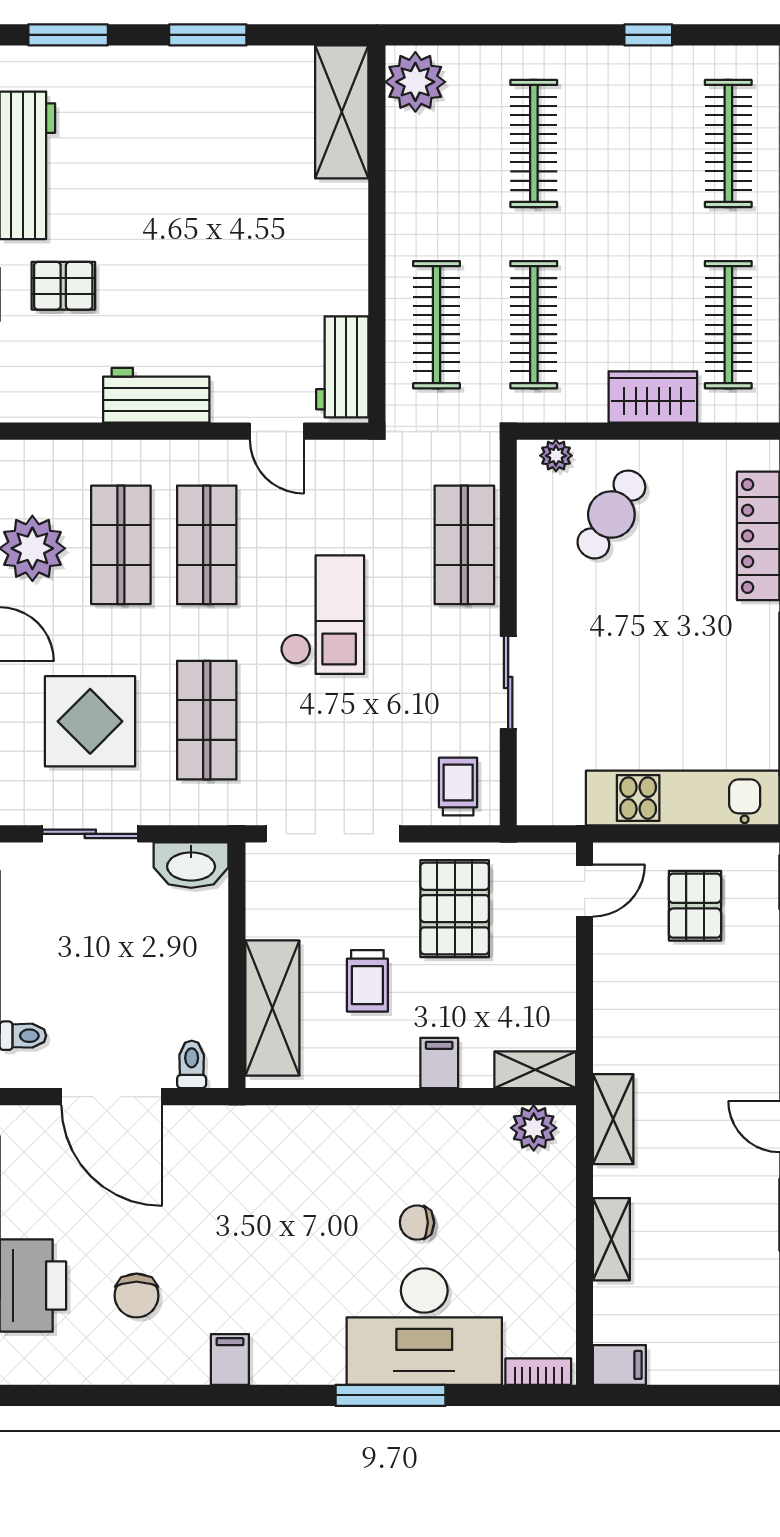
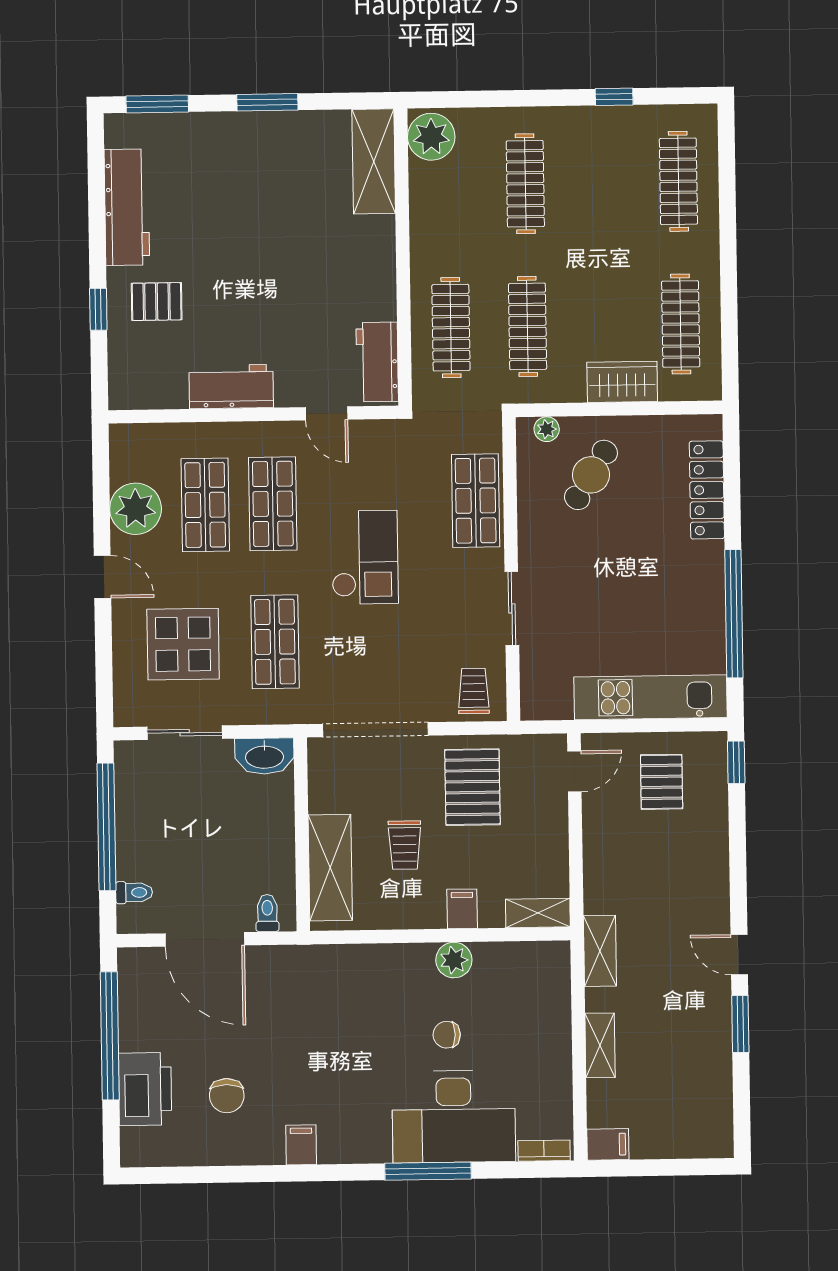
plant: (534, 1128) -> (454, 960), moved

